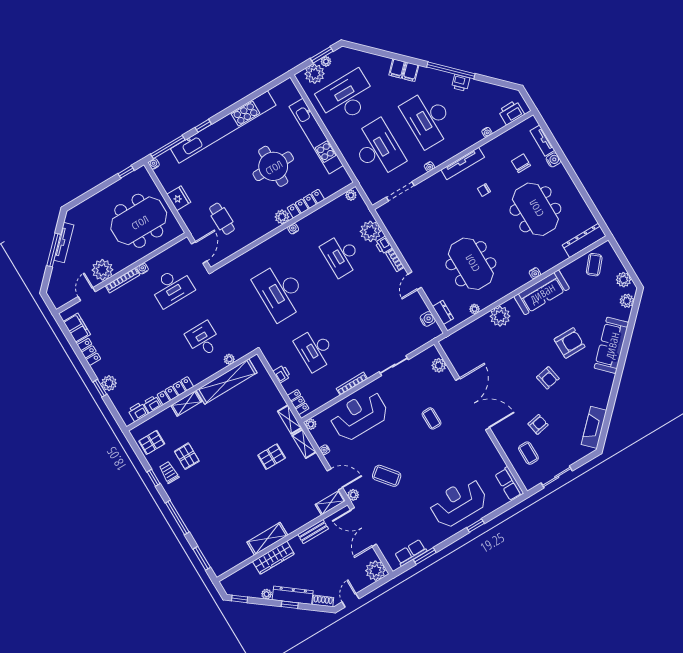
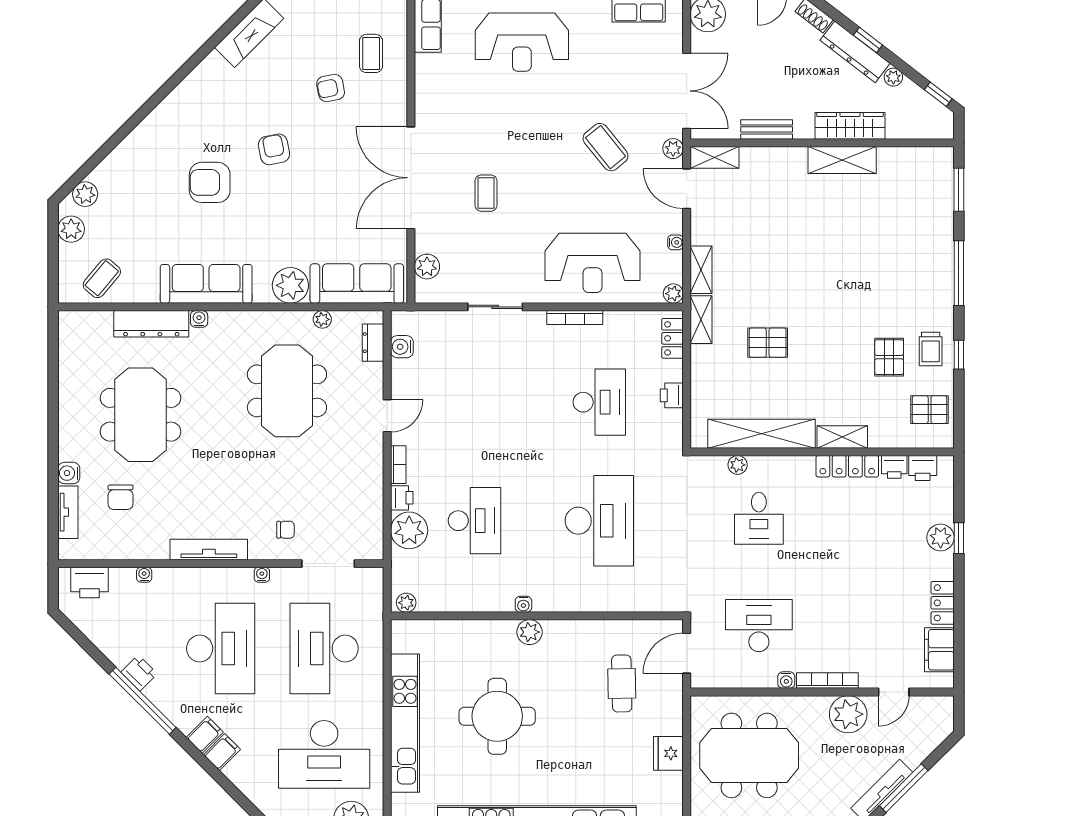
chair: (484, 190) -> (285, 530), moved
locker: (306, 204) -> (482, 631), removed
dresser: (584, 240) -> (151, 324), moved
sofa: (611, 345) -> (357, 284), moved, turned -135
pallet: (272, 457) -> (768, 343), moved

